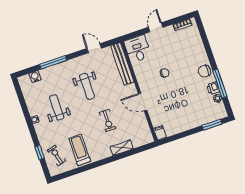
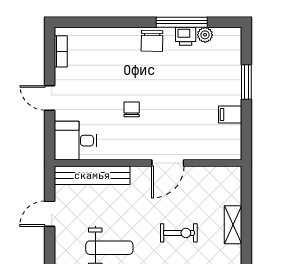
window: (212, 125) -> (246, 82), moved
filing cabinet: (160, 133) -> (230, 115), moved

